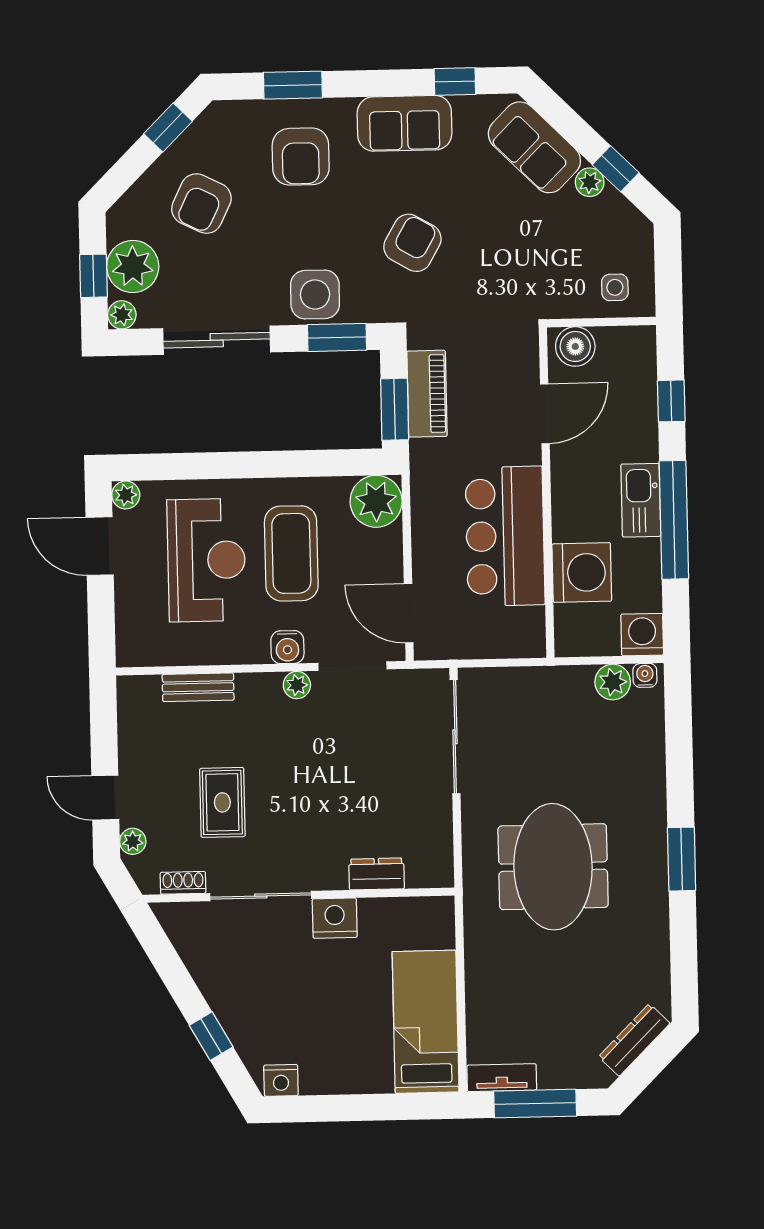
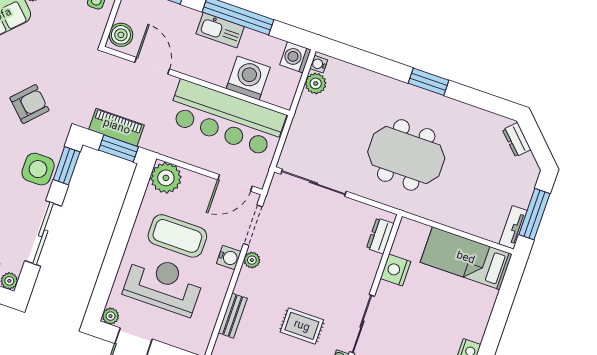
armchair: (412, 243) -> (29, 104), turned 104
bar counter: (505, 536) -> (226, 118), width x1.36
dresser: (377, 874) -> (380, 236), moved
nightstand: (335, 918) -> (396, 270), moved
dresser: (634, 1040) -> (517, 140), width x0.70

